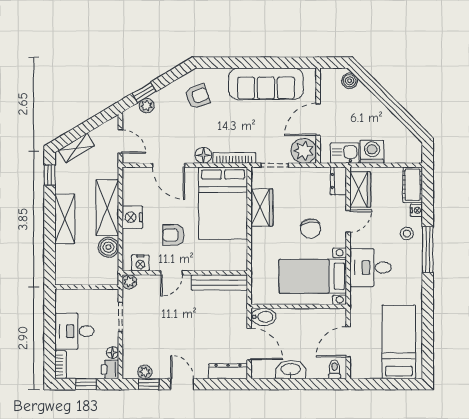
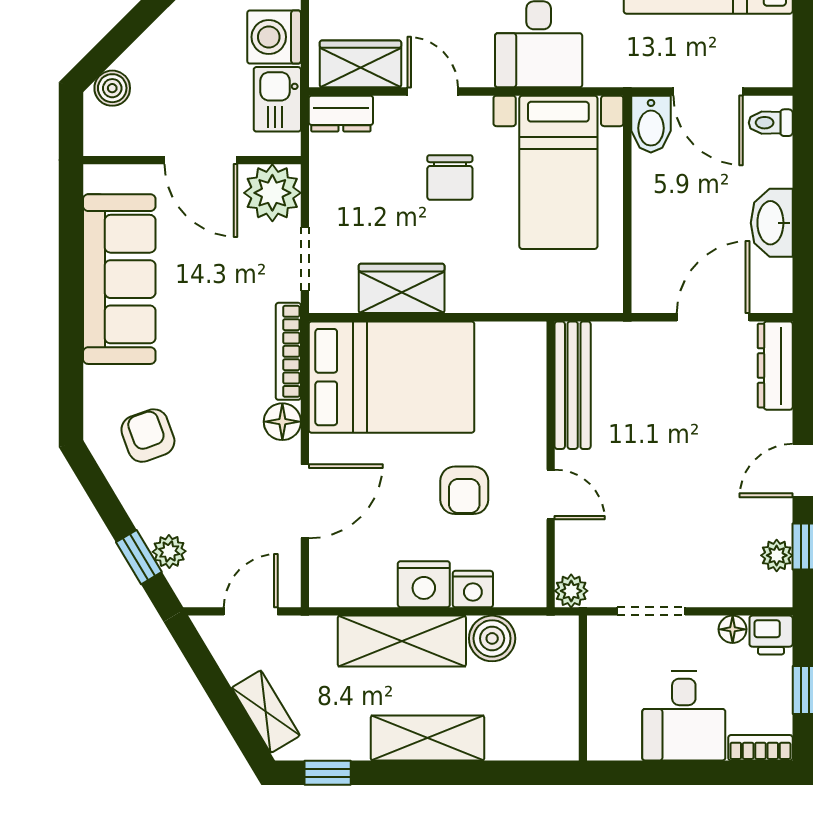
chair: (310, 229) -> (450, 178), turned 98
nightstand: (140, 263) -> (473, 589), moved, turned 90
bidet: (263, 317) -> (651, 124), moved, turned 180

